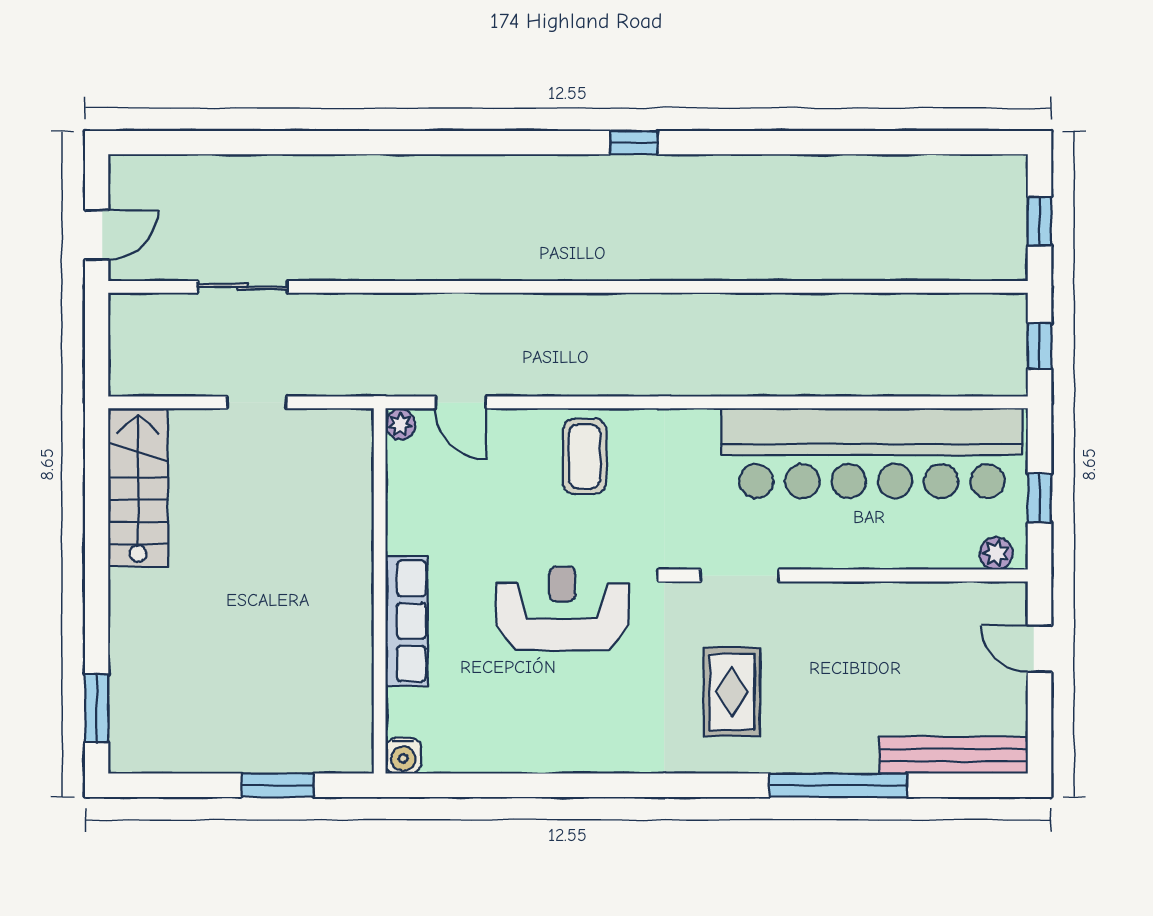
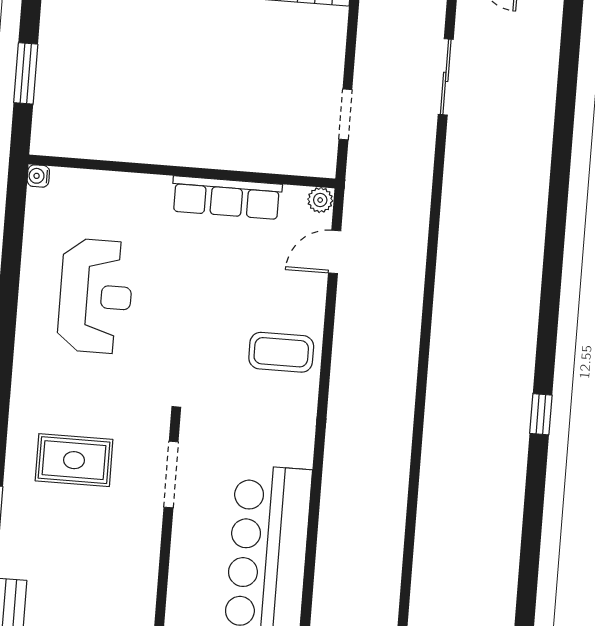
doorway: (257, 402) -> (345, 114), moved
reception desk: (562, 608) -> (96, 296), moved
row of seats: (406, 621) -> (227, 198), moved
water cooler: (403, 756) -> (38, 176), width x0.72, depth x0.72

